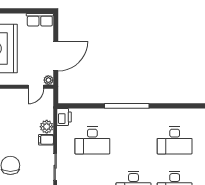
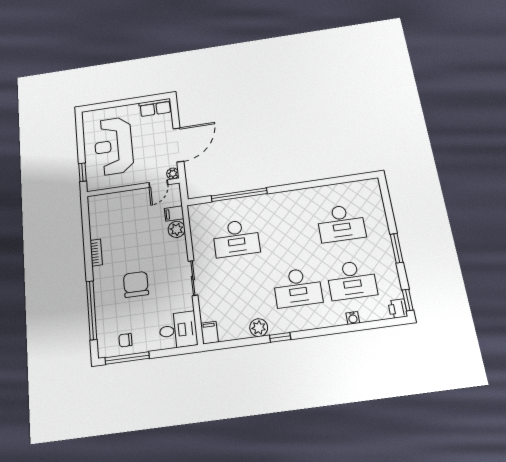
window: (127, 106) -> (239, 195), moved
printer: (64, 117) -> (197, 214), removed
filing cabinet: (46, 140) -> (174, 214), moved

